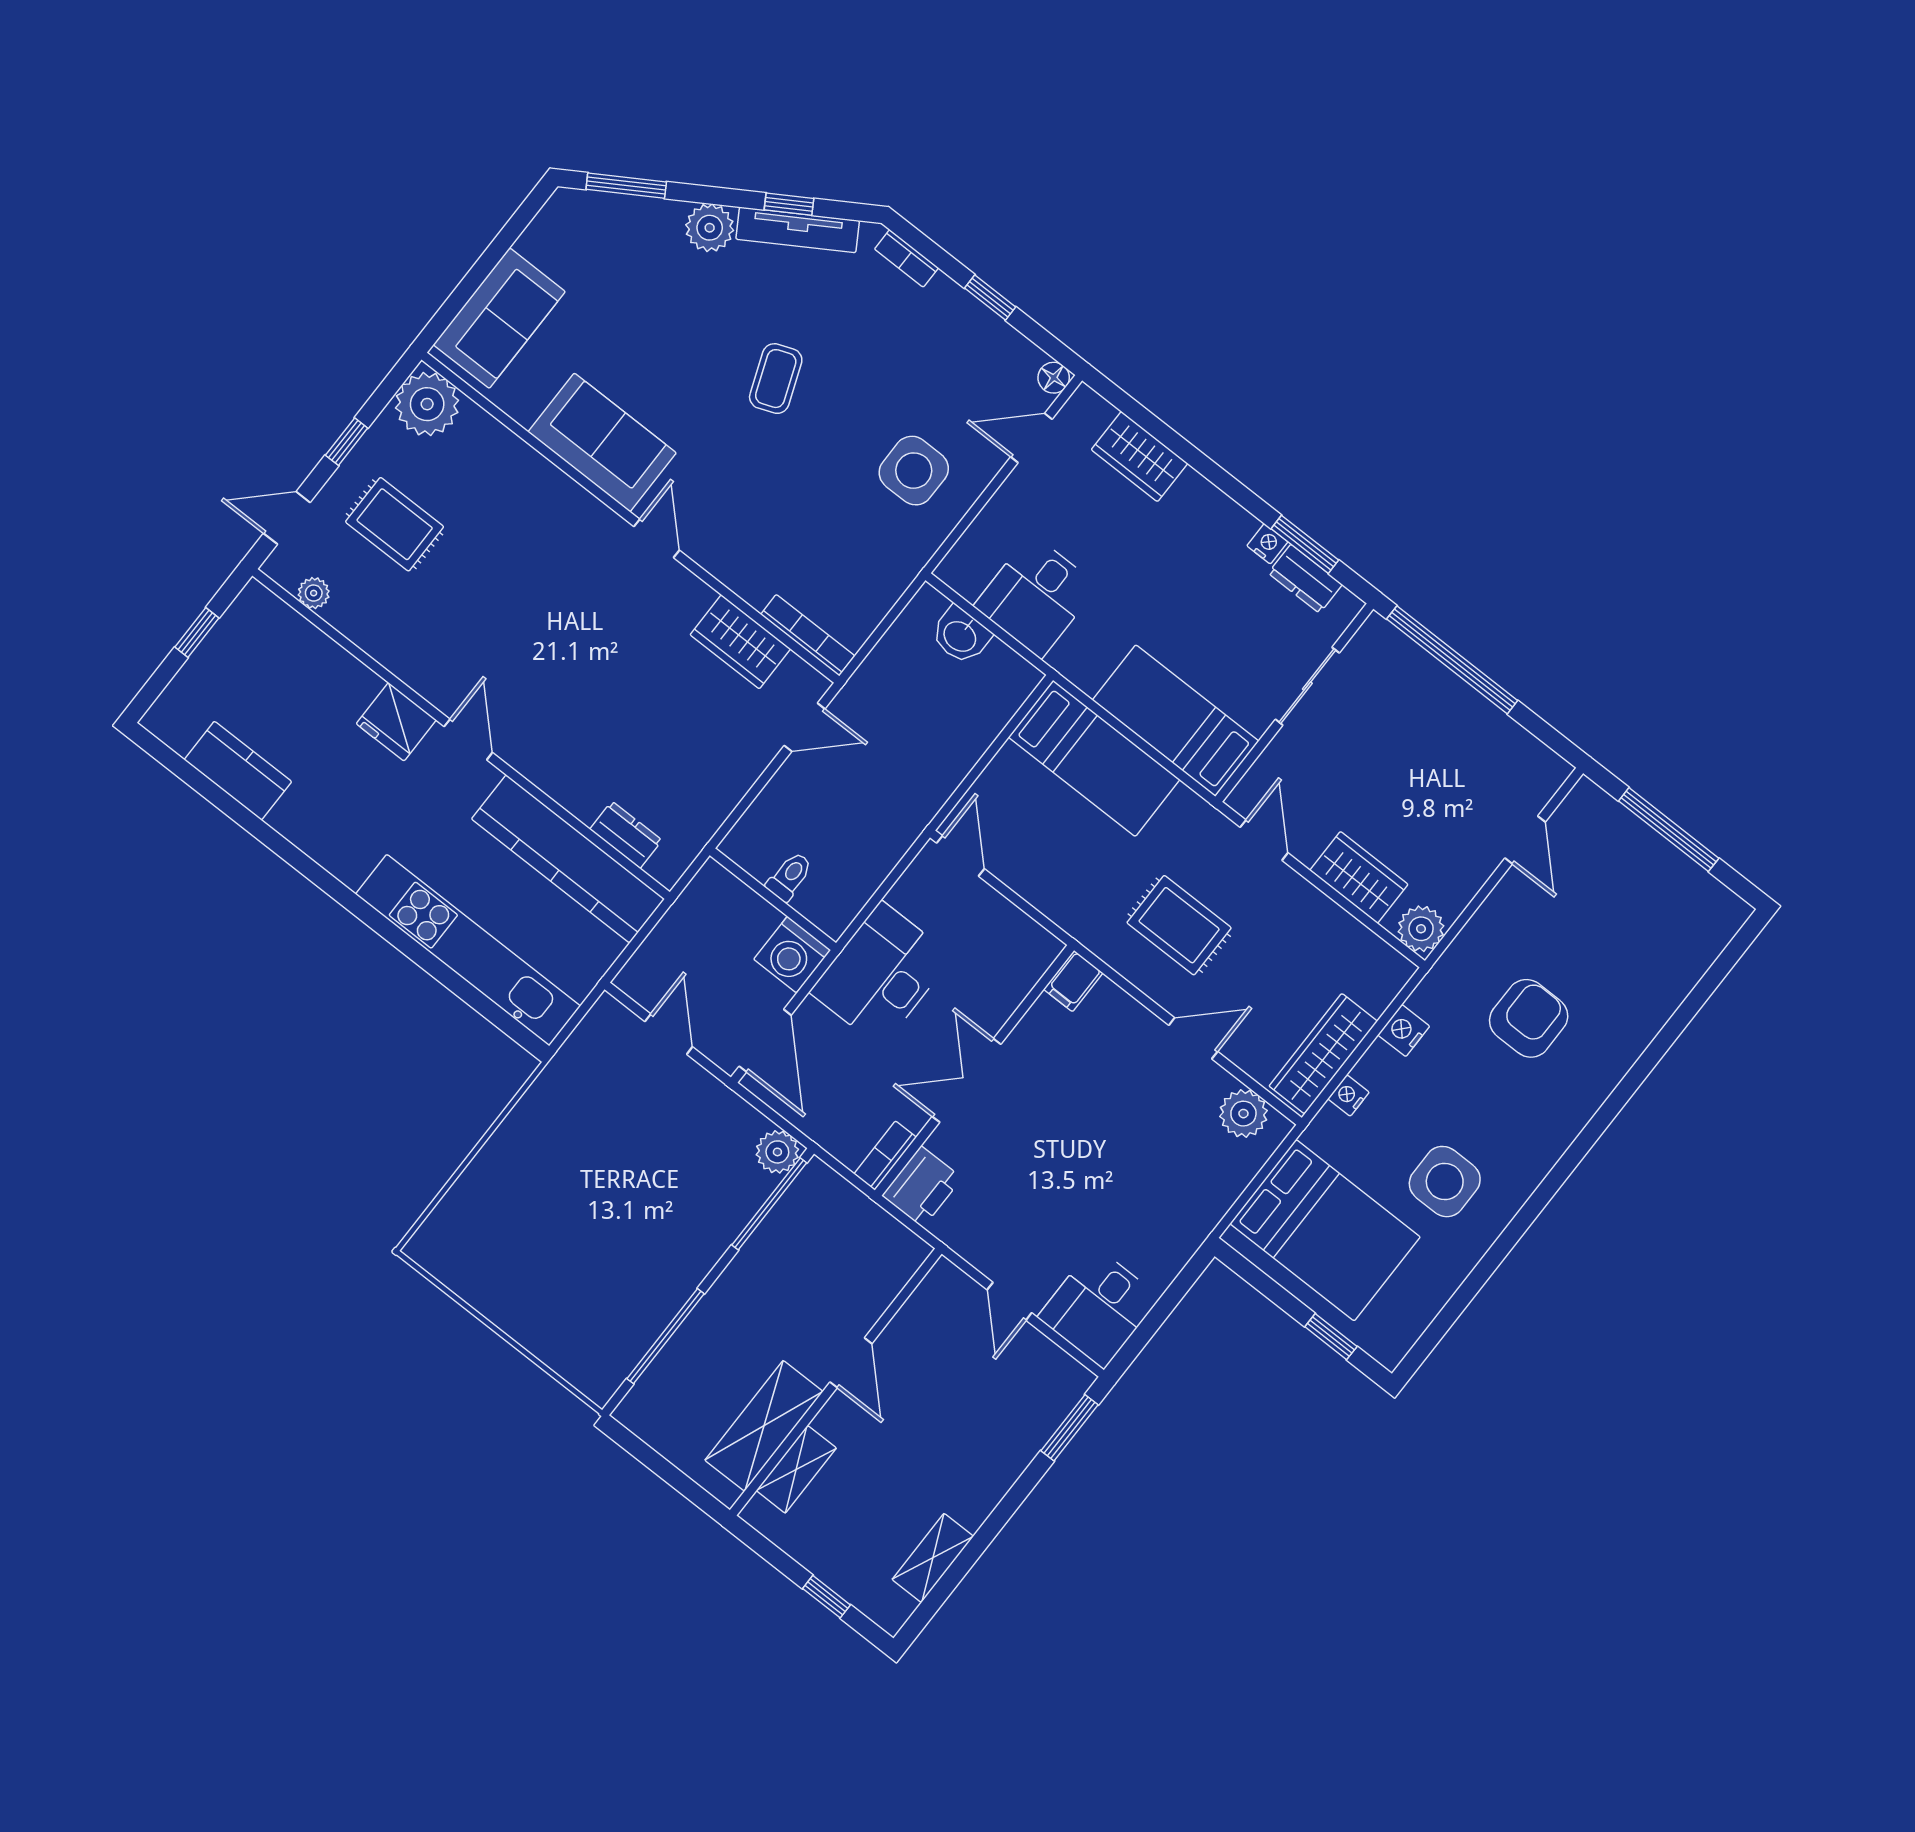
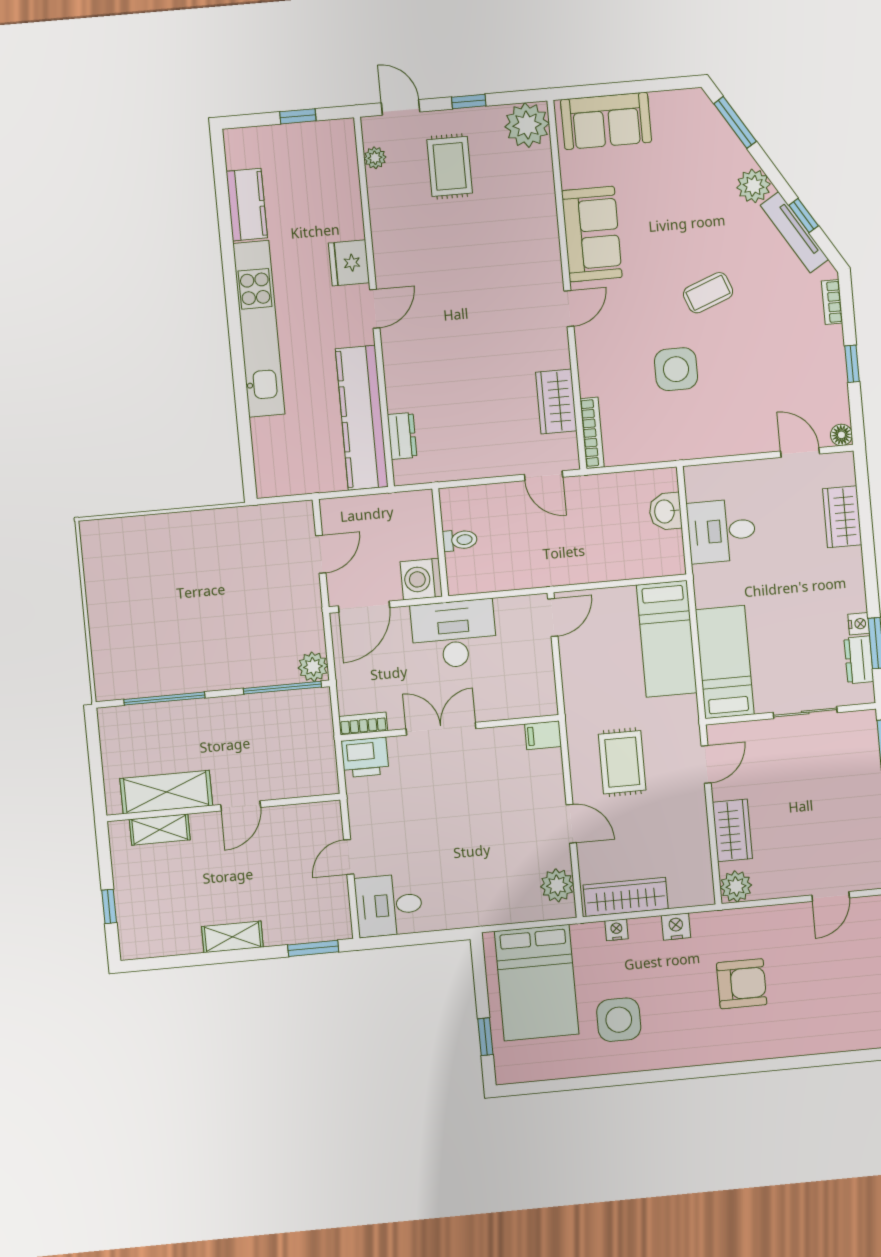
side table: (914, 471) -> (676, 369), moved
kitchen unit: (468, 950) -> (259, 329), moved
shelving: (933, 1558) -> (232, 937), moved

